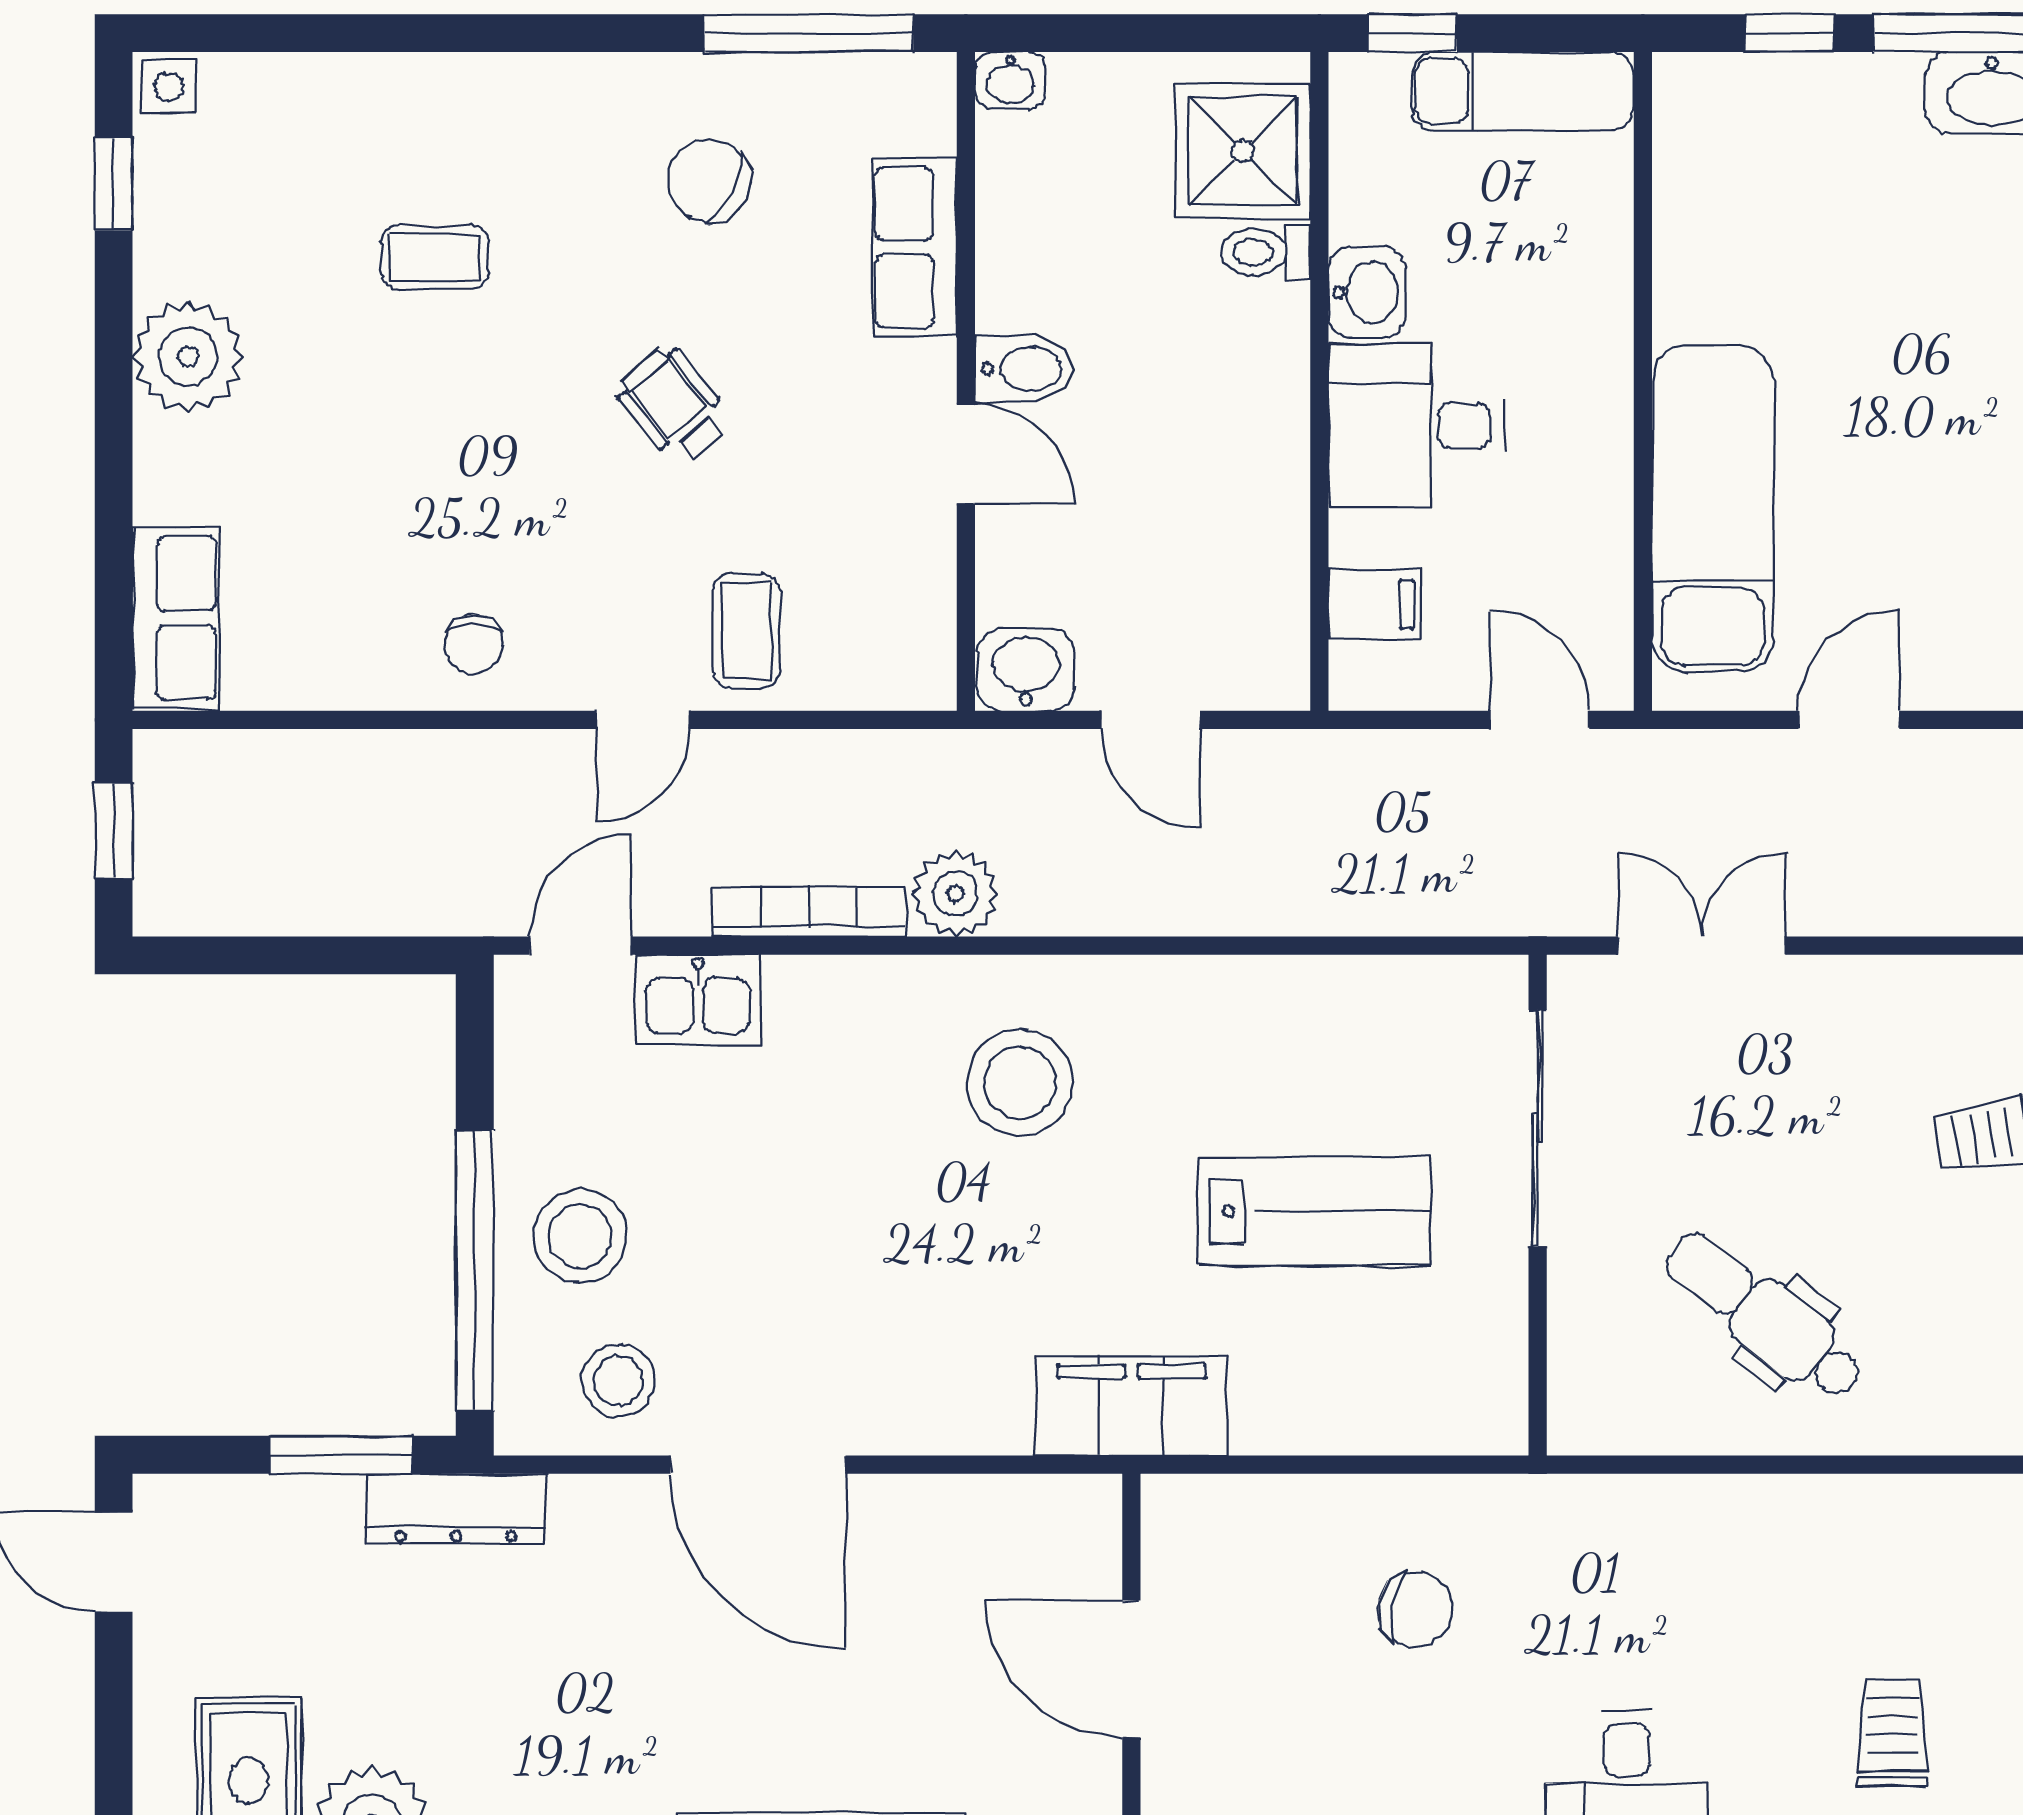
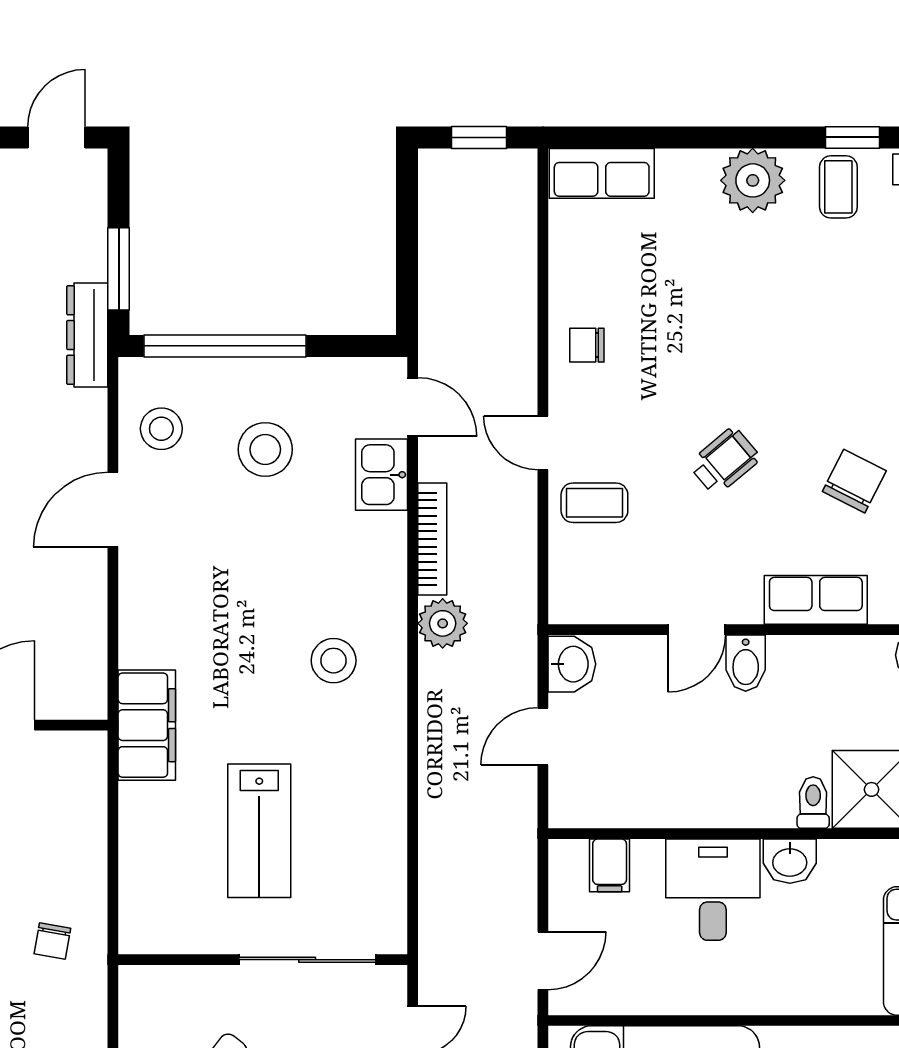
coffee table: (435, 257) -> (838, 187), moved
stool: (1020, 1083) -> (334, 661), width x0.73, depth x0.73
stool: (580, 1236) -> (265, 449), moved
door: (758, 1465) -> (113, 509), width x0.73
chair: (1415, 1609) -> (52, 941), moved, width x0.73, depth x0.73

